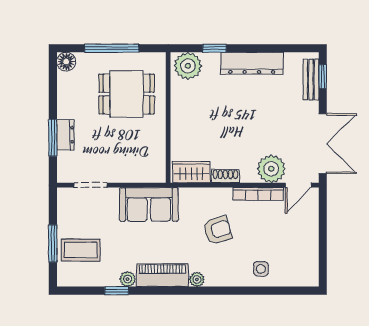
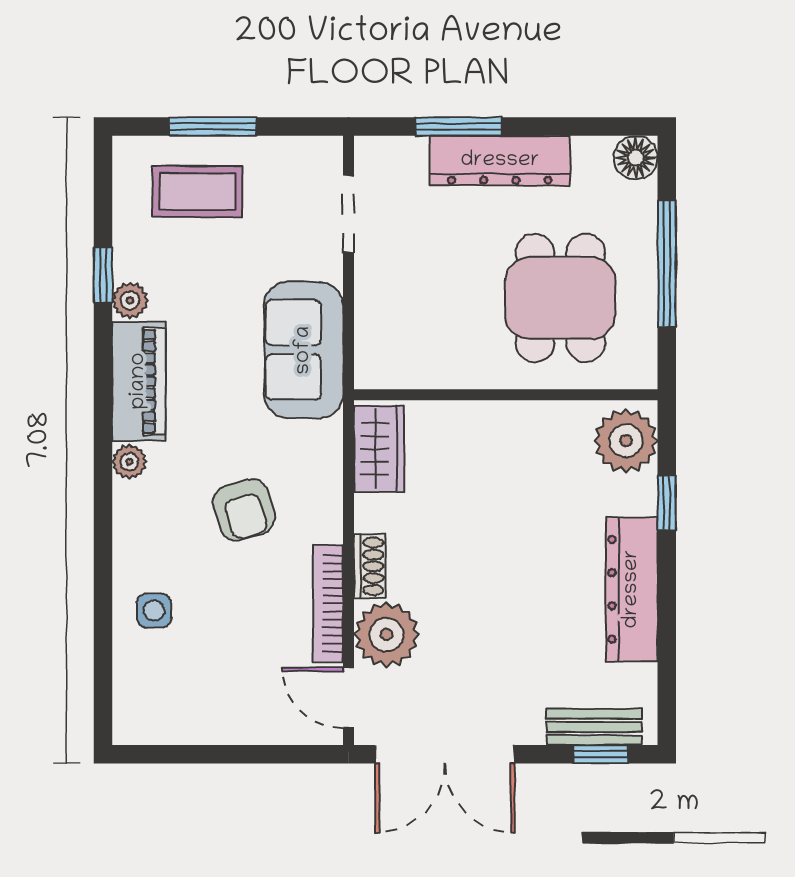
dresser: (65, 135) -> (500, 161), width x1.96, depth x1.24
shoe rack: (225, 176) -> (370, 566), moved
coffee table: (81, 250) -> (198, 192), turned 90

